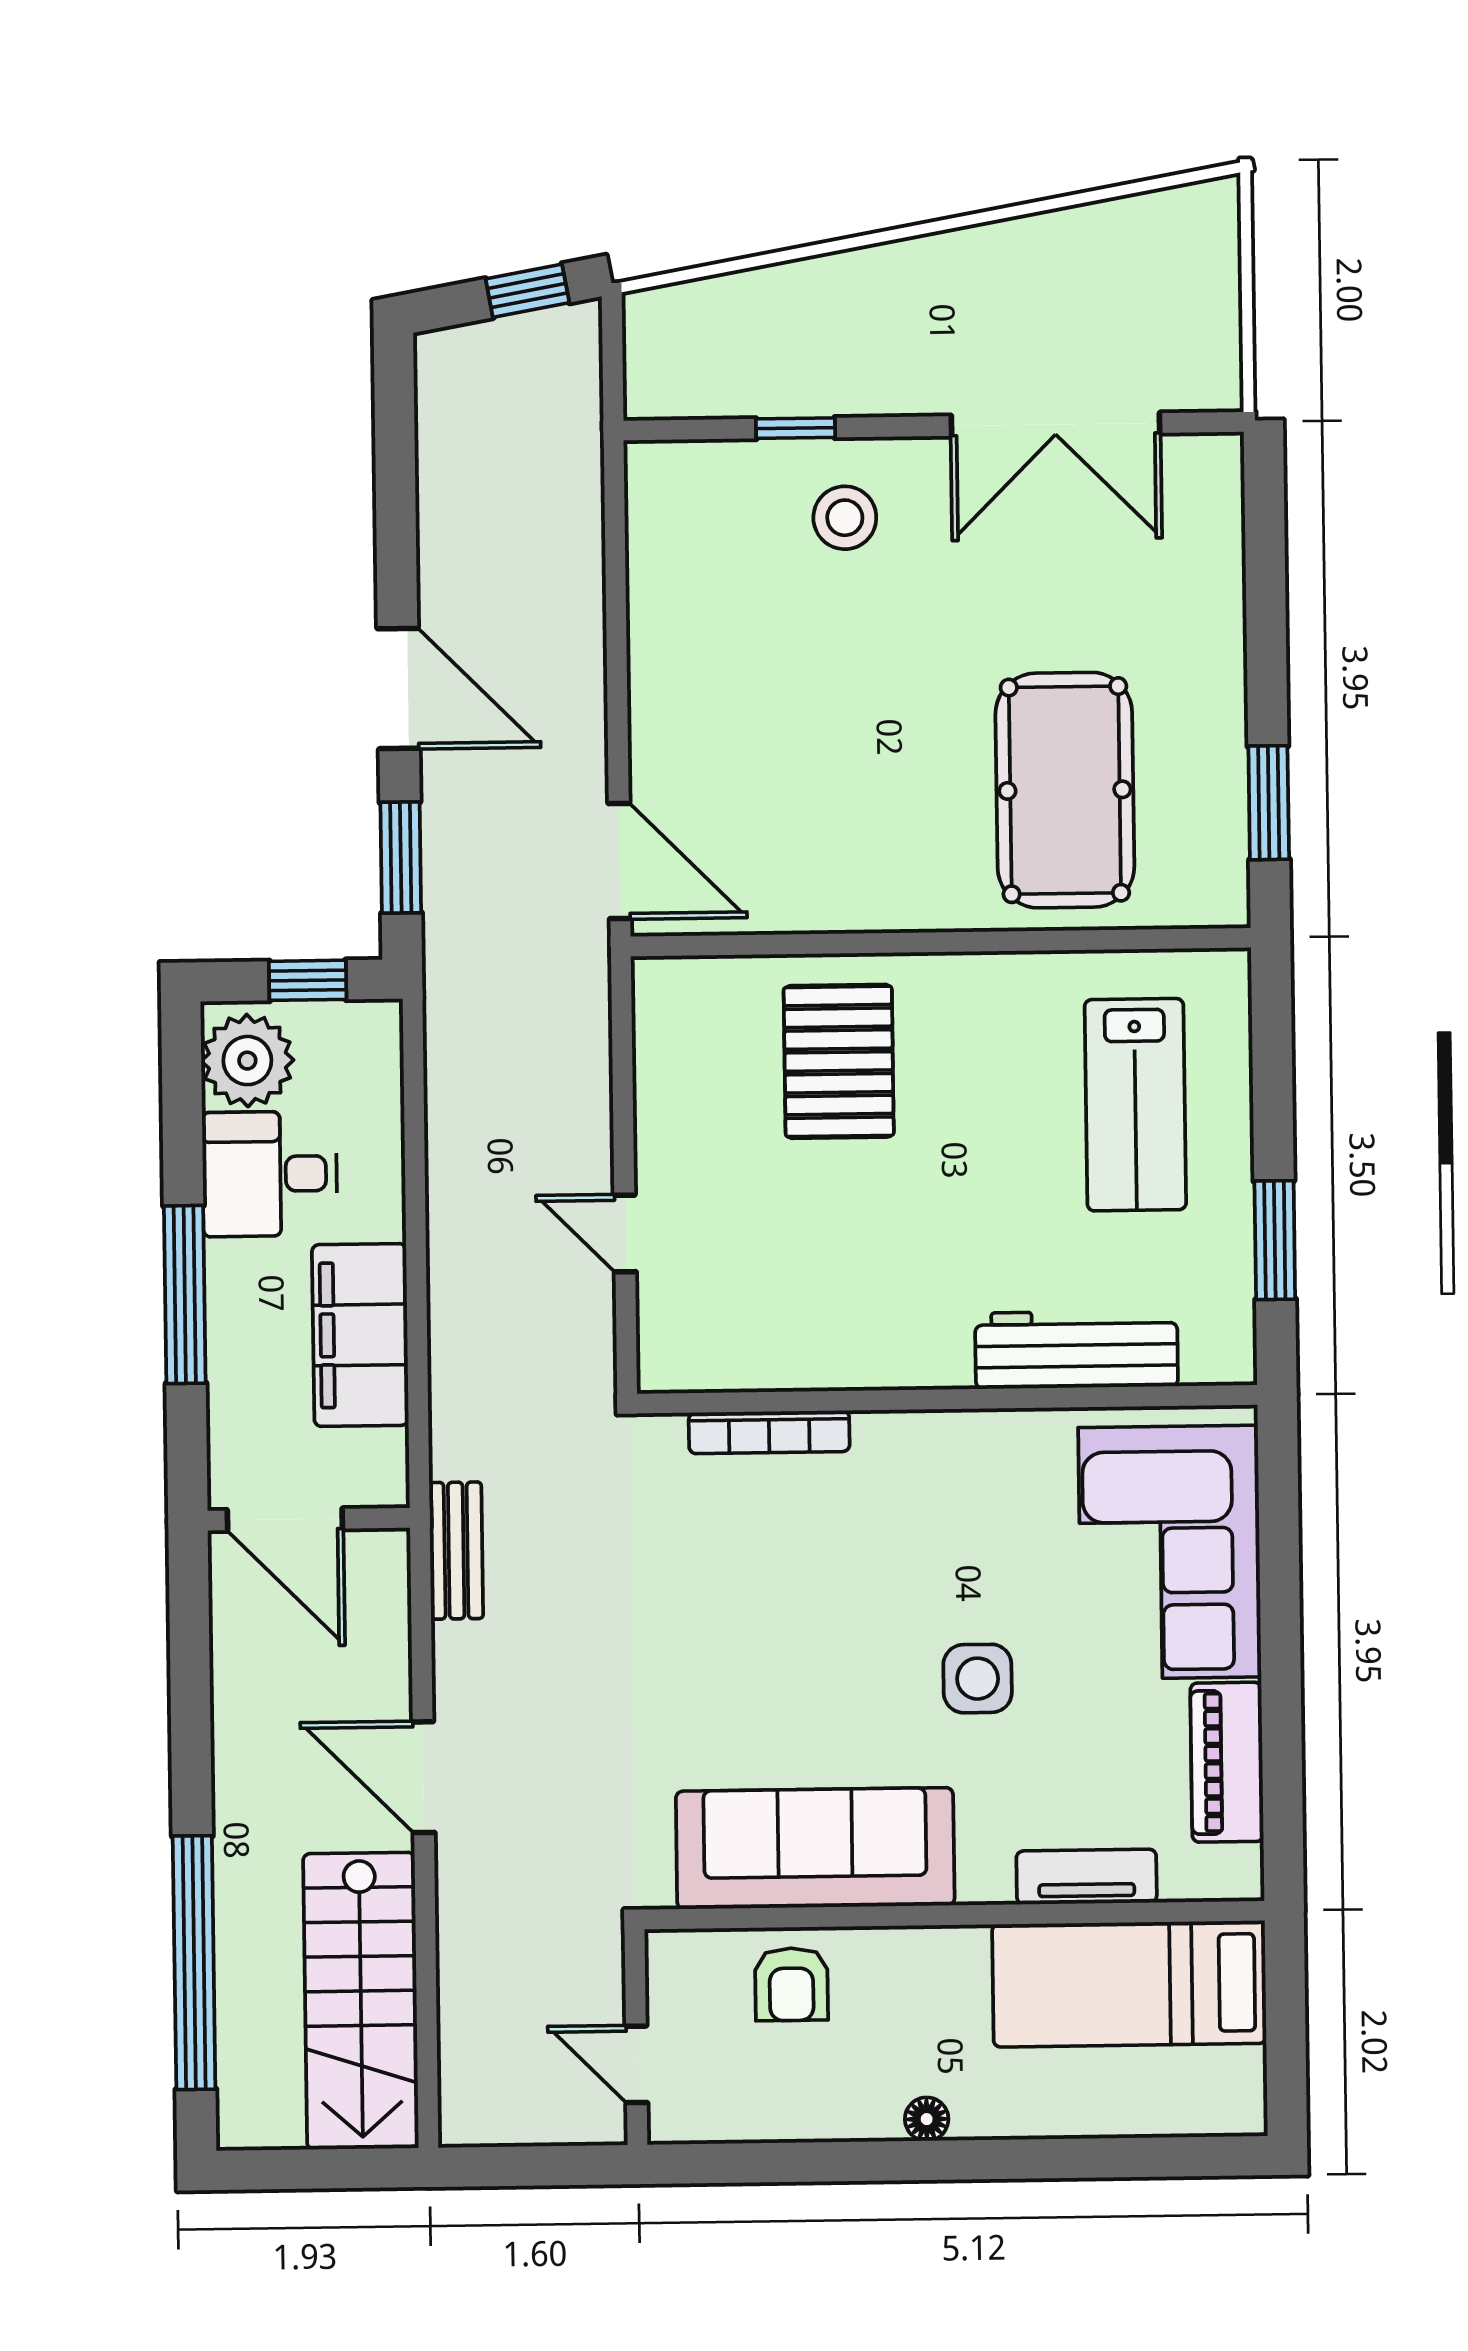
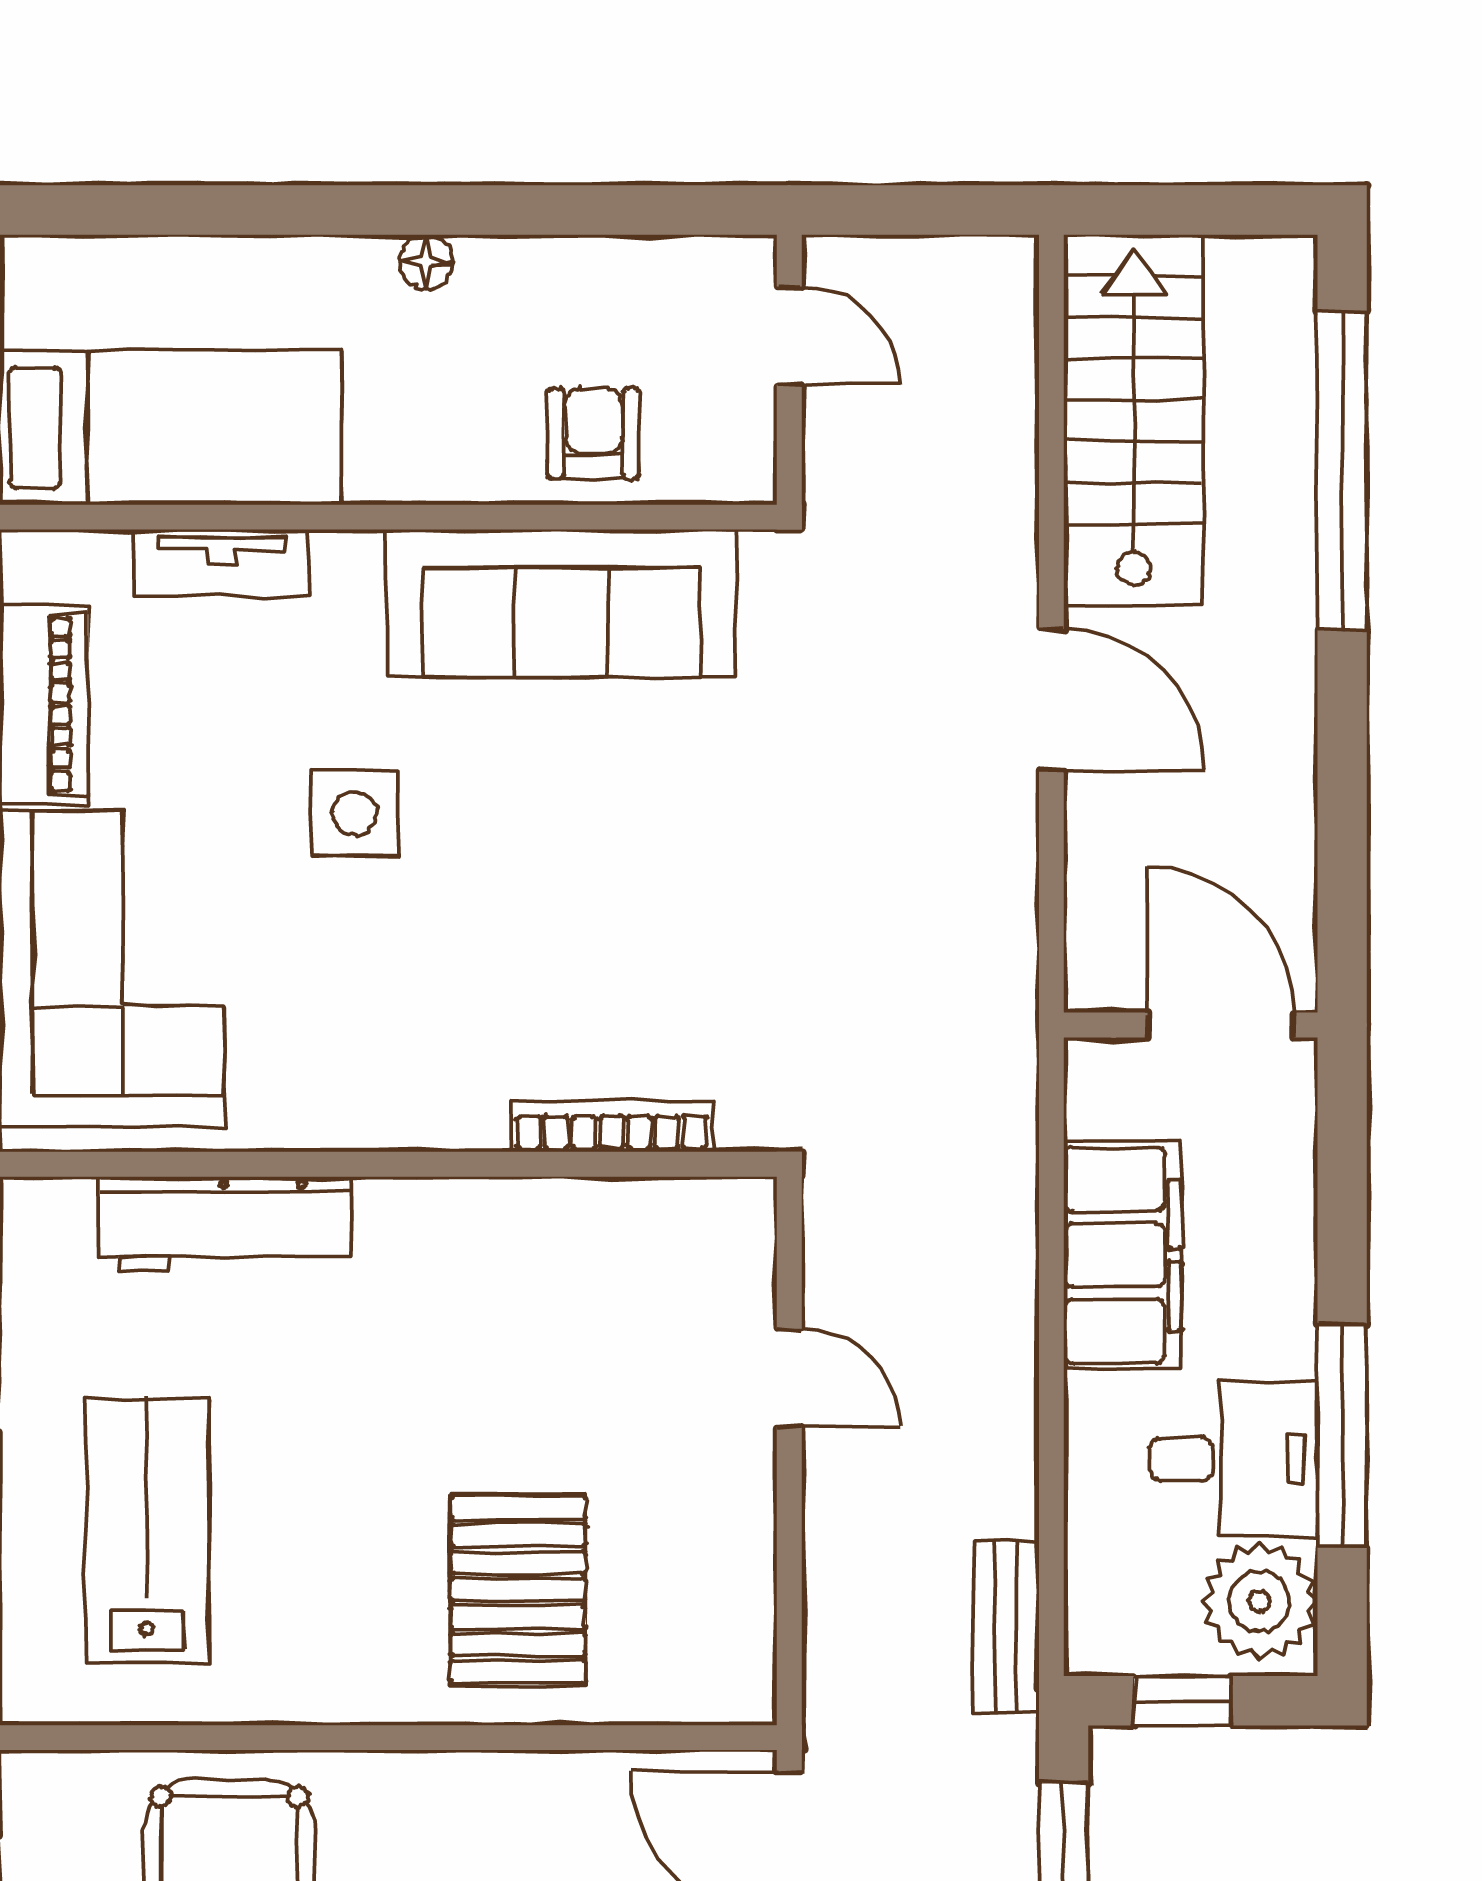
window: (185, 1295) -> (1342, 1435), moved
bench: (456, 1551) -> (1006, 1627), moved

